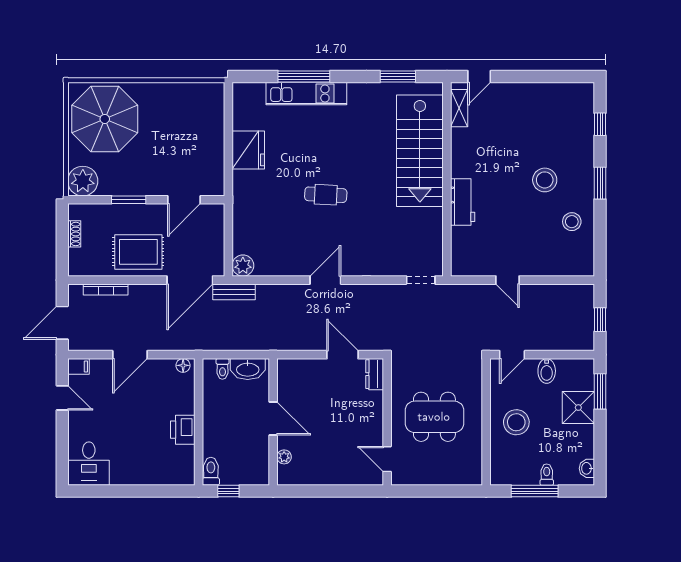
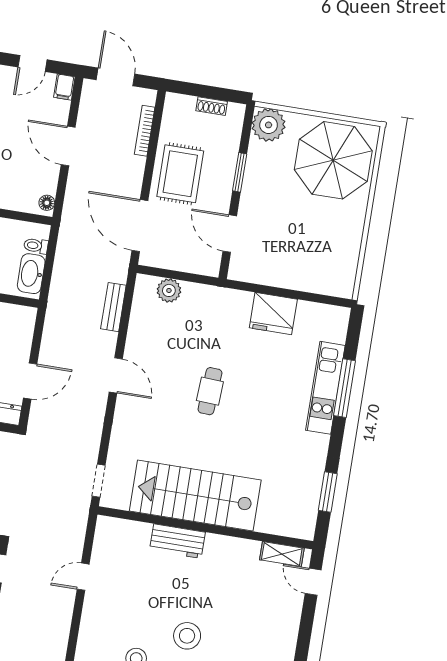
stairs: (420, 151) -> (195, 496), moved
plant: (243, 266) -> (169, 290), moved
bench: (234, 292) -> (113, 307), moved

